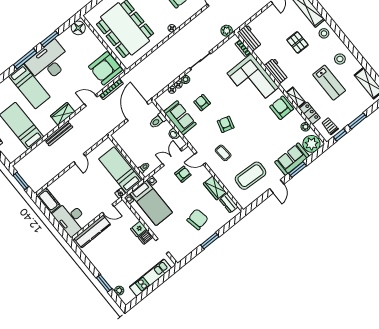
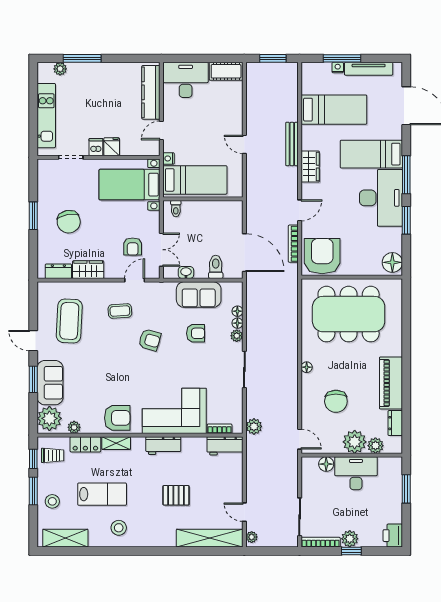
stool: (324, 33) -> (52, 501), moved
lab bench: (329, 83) -> (102, 494), turned 180
window: (104, 283) -> (82, 58), width x1.44

